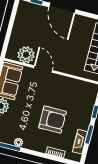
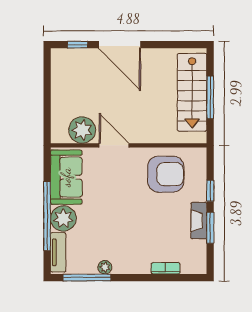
armchair: (53, 120) -> (166, 174), moved
fireplace: (80, 142) -> (199, 221), moved

